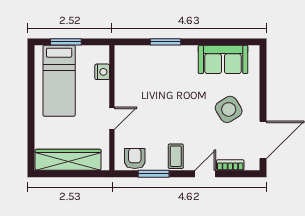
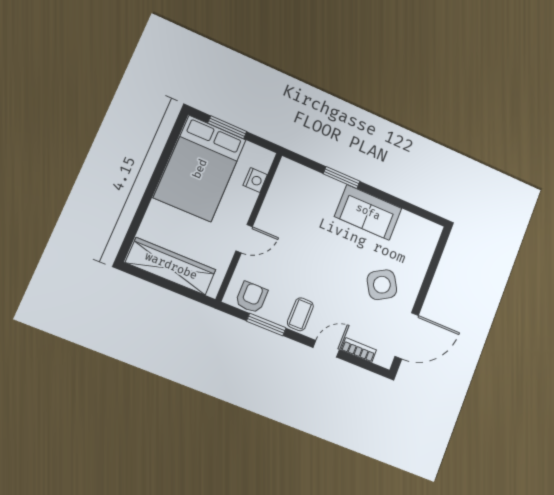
sofa: (223, 59) -> (368, 212), moved
bed: (59, 81) -> (200, 169), width x1.50

